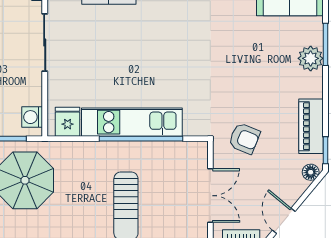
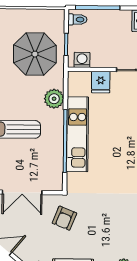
fridge: (68, 122) -> (101, 82), moved, turned 90
plant: (84, 154) -> (54, 99), added

